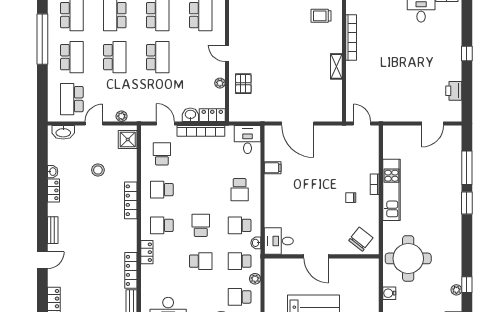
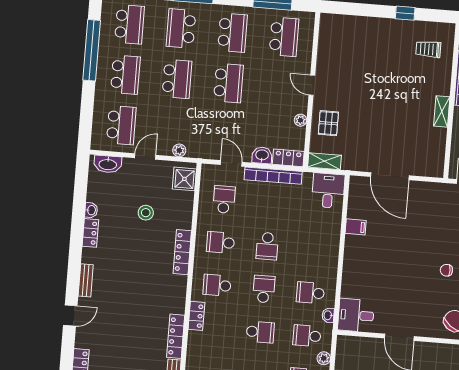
school desk: (72, 99) -> (121, 125), turned 180
shelving: (242, 115) -> (324, 161), added
school desk: (240, 190) -> (267, 246), moved

